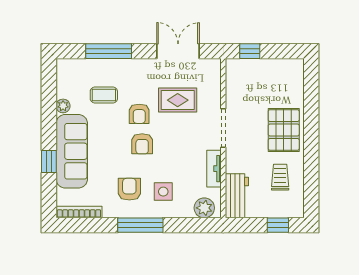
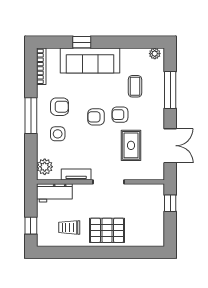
plant: (63, 106) -> (155, 54), moved
trolley: (280, 177) -> (69, 227), turned 180

